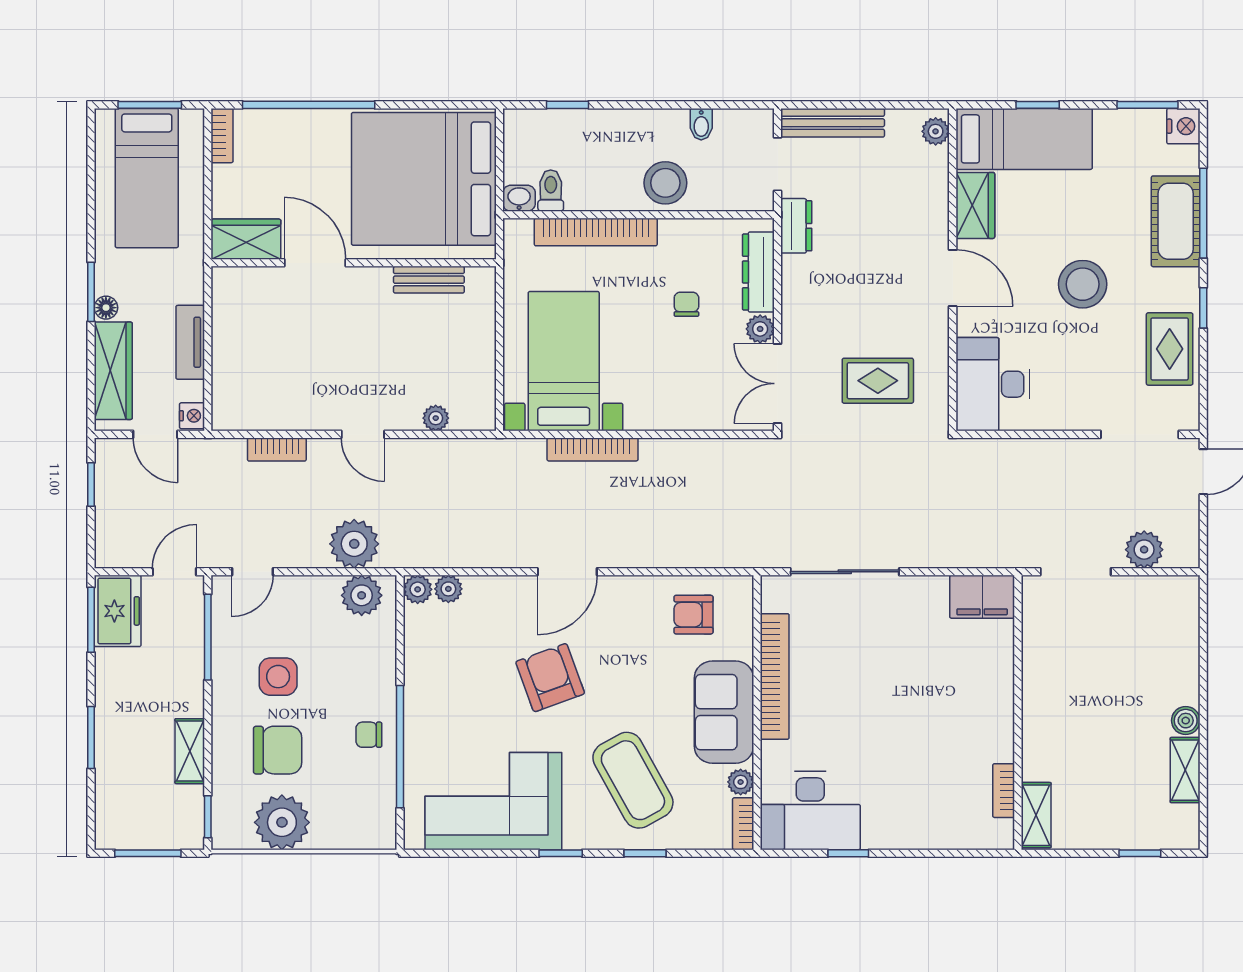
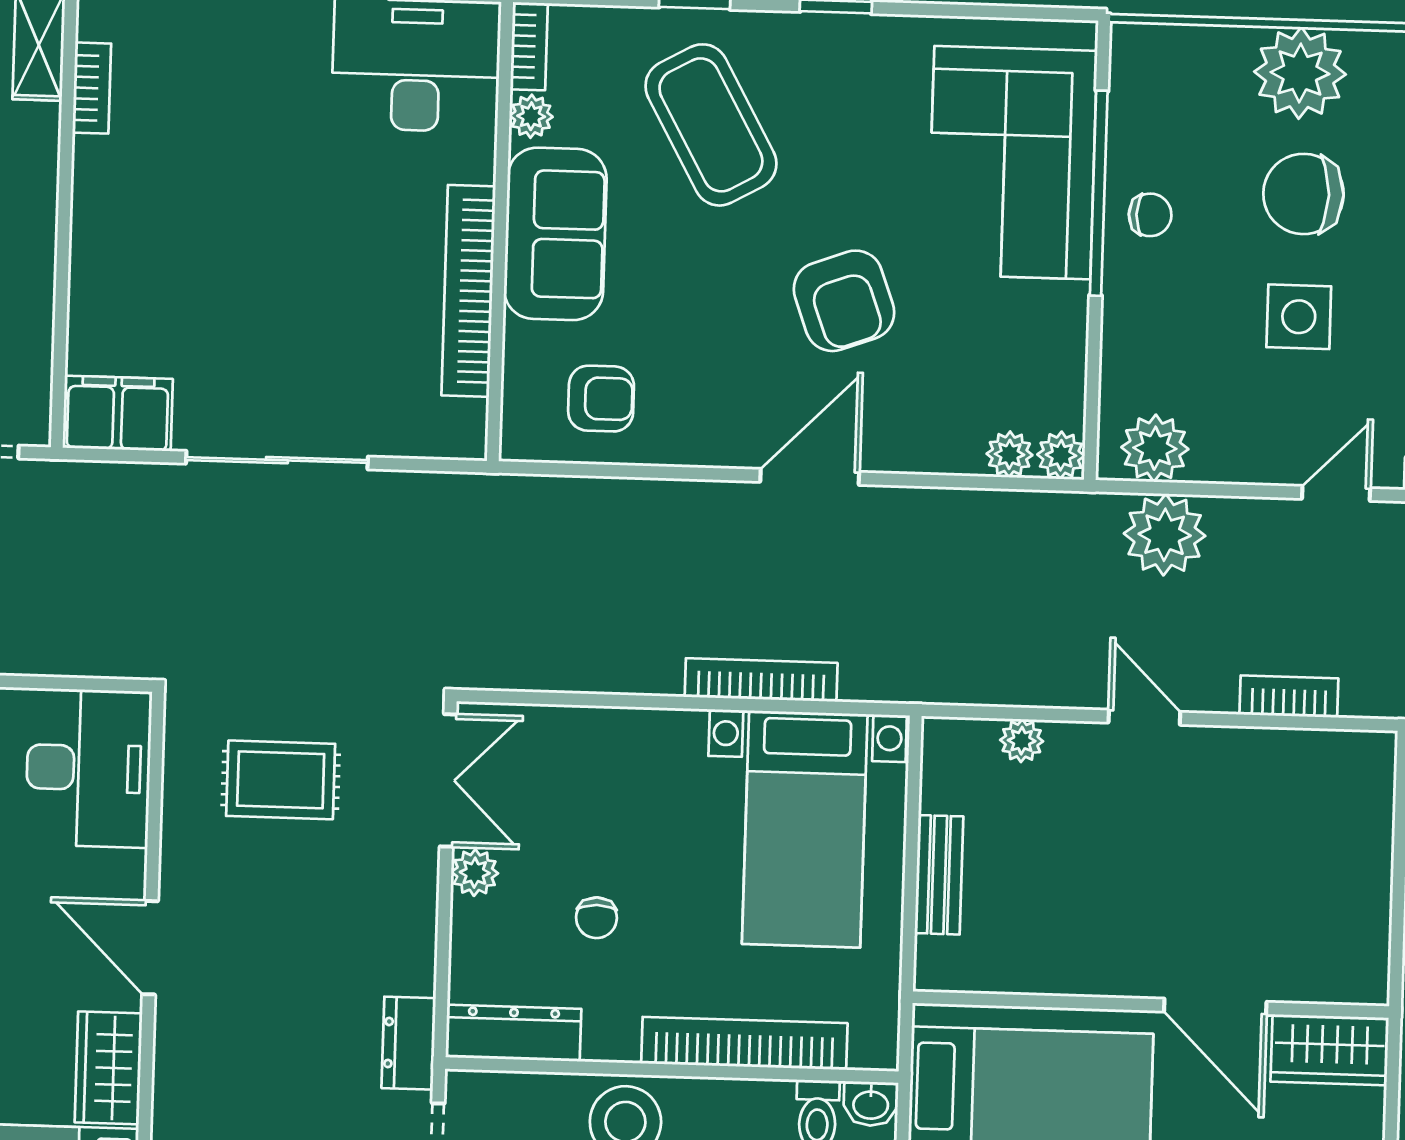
dresser: (758, 272) -> (513, 1033), moved, turned -90
bench: (429, 280) -> (939, 875), moved, turned 90
sliding door: (845, 572) -> (277, 460), moved
corner sofa: (493, 801) -> (1012, 163), moved, turned 90

